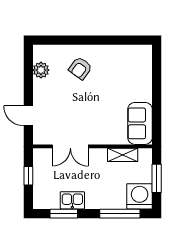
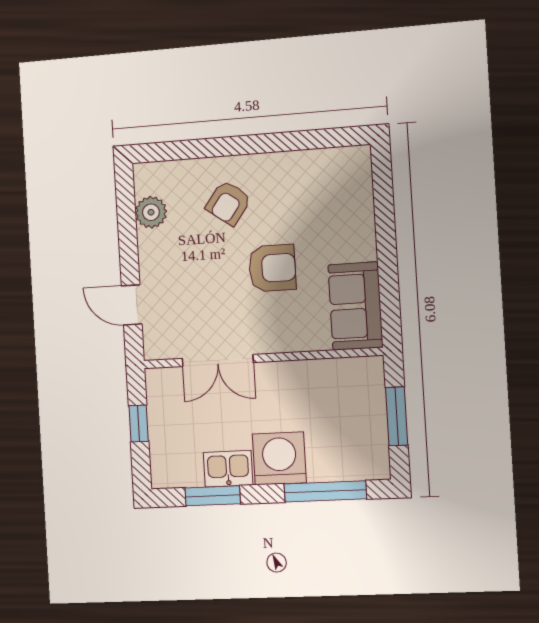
armchair: (100, 102) -> (272, 268), added
shelving: (123, 155) -> (324, 372), removed
washing machine: (140, 196) -> (279, 458), moved

